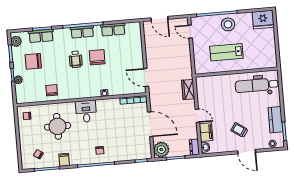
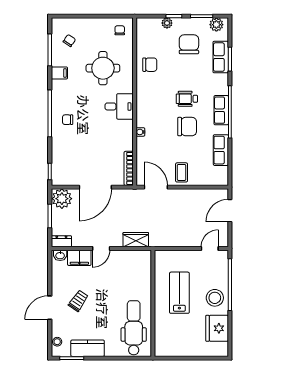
fridge: (263, 20) -> (217, 328), moved
coffee table: (133, 59) -> (182, 172), added
door: (146, 77) -> (156, 187), hinge flipped

